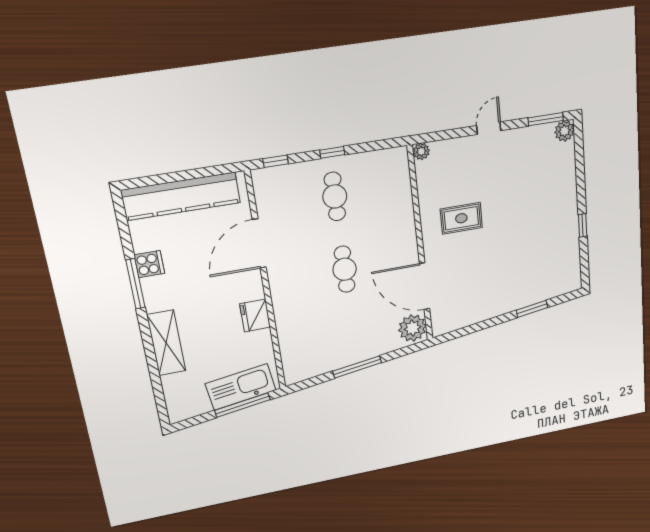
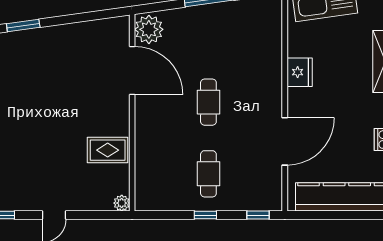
rug: (461, 218) -> (108, 150), moved

